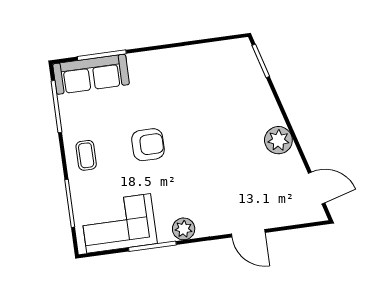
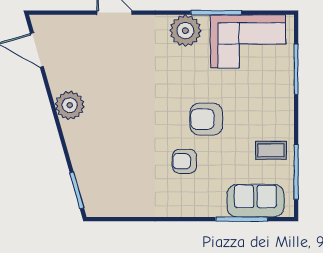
sofa: (91, 74) -> (255, 201), width x0.73
armchair: (163, 102) -> (184, 161), added
coffee table: (86, 155) -> (271, 150), moved, turned 90
plant: (184, 229) -> (185, 31), width x1.36, depth x1.36

